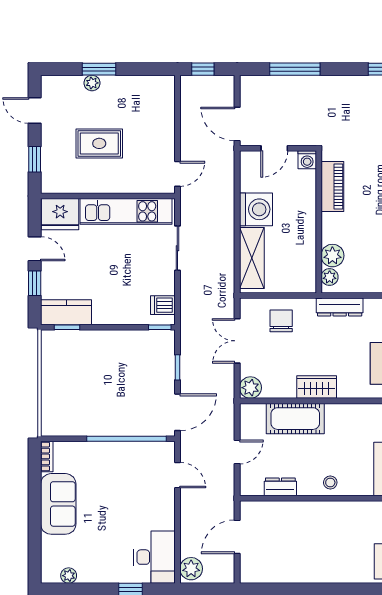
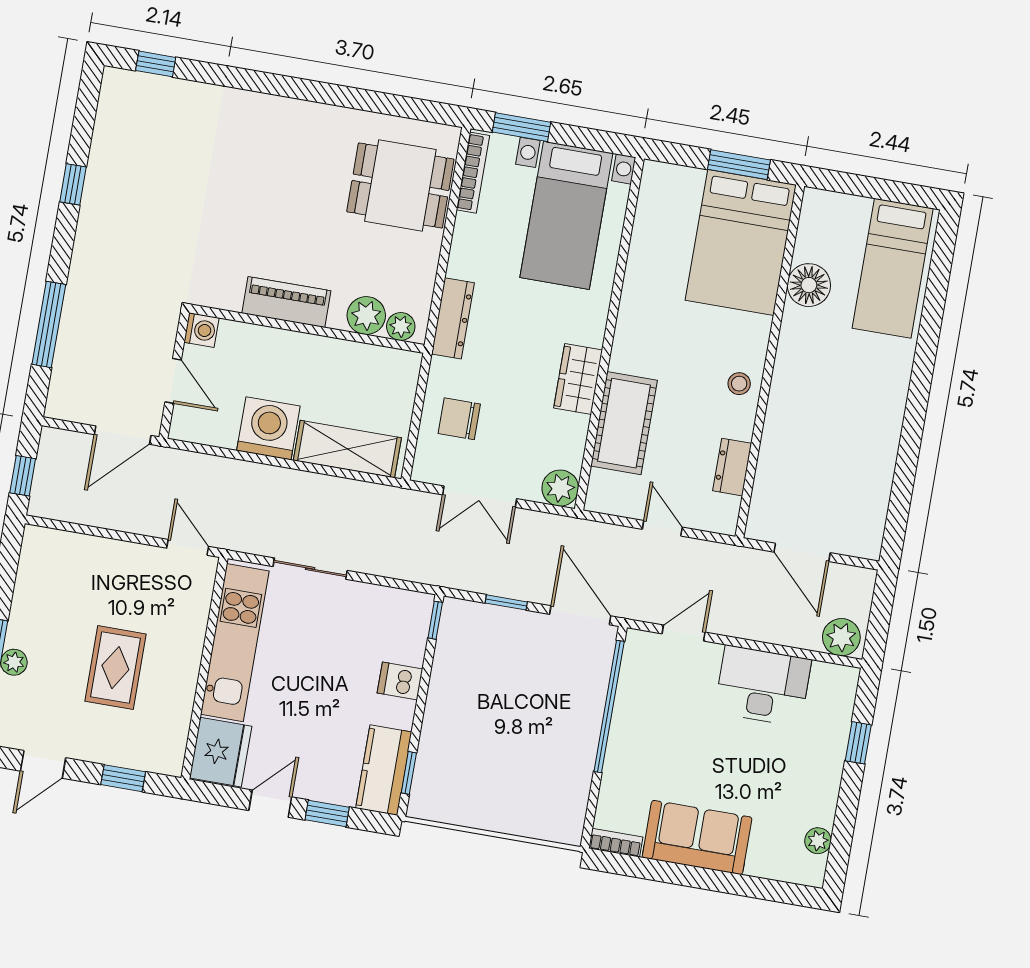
piano: (332, 187) -> (286, 302), moved
dishwasher: (163, 305) -> (400, 681), moved, turned 90
desk: (154, 557) -> (763, 686), moved

